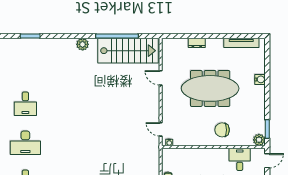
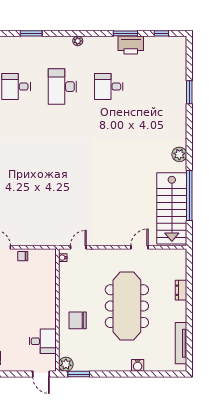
chair: (222, 130) -> (78, 320), turned -90

